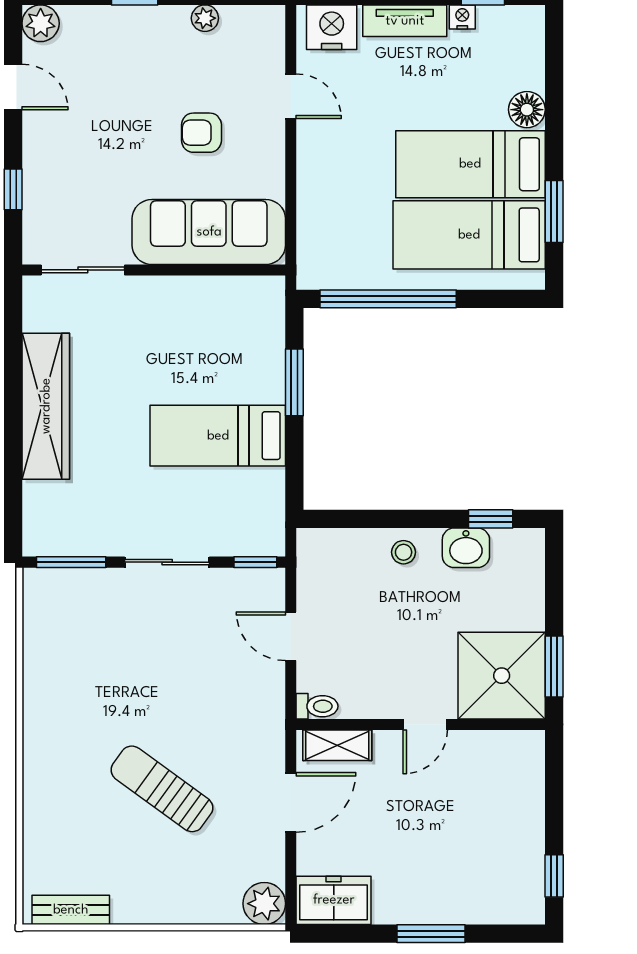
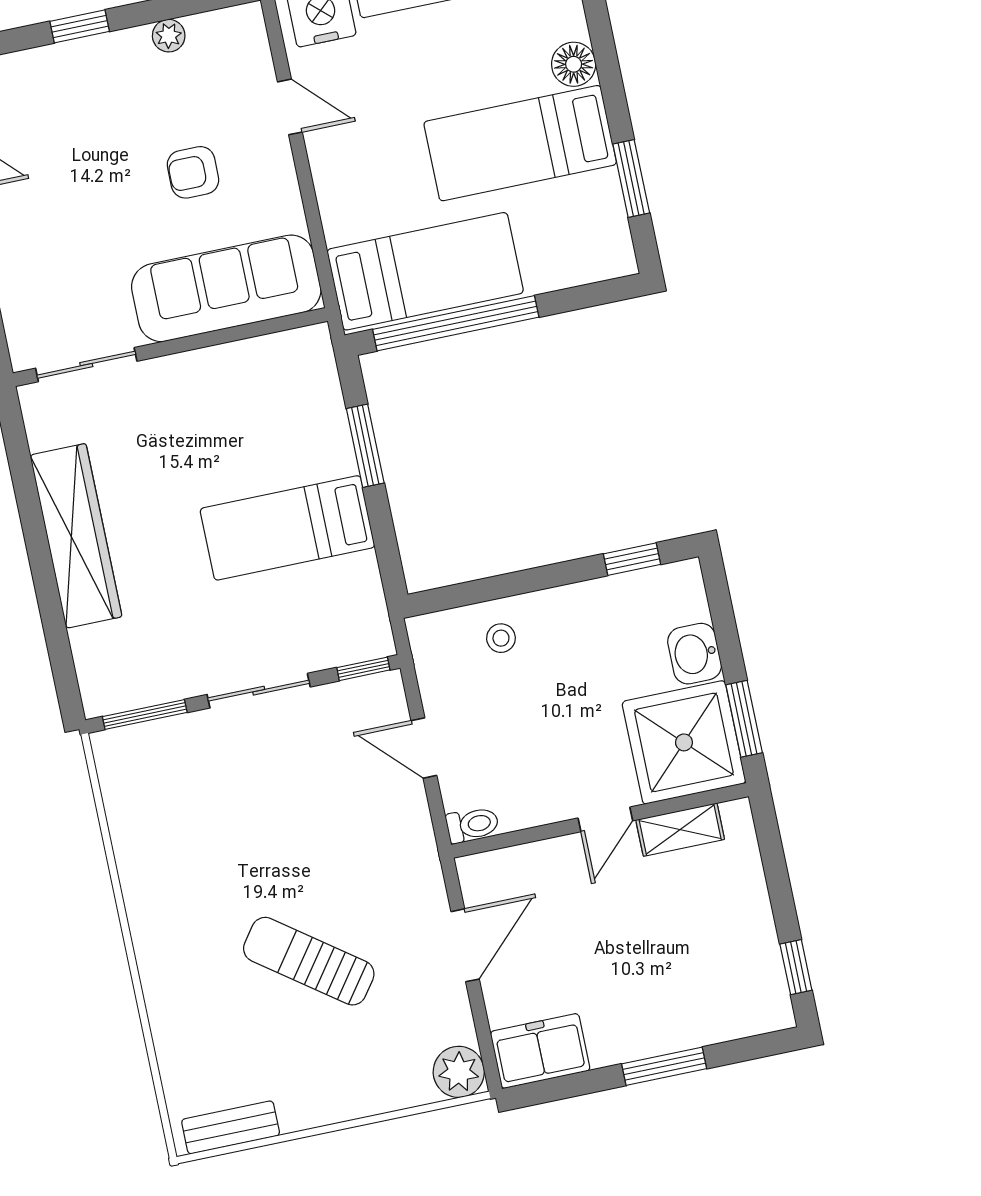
bed: (469, 235) -> (425, 271), moved, turned 180
washbasin: (466, 548) -> (695, 654), moved, turned 90
stool: (404, 552) -> (501, 638), moved
shelving: (337, 745) -> (680, 830), moved

